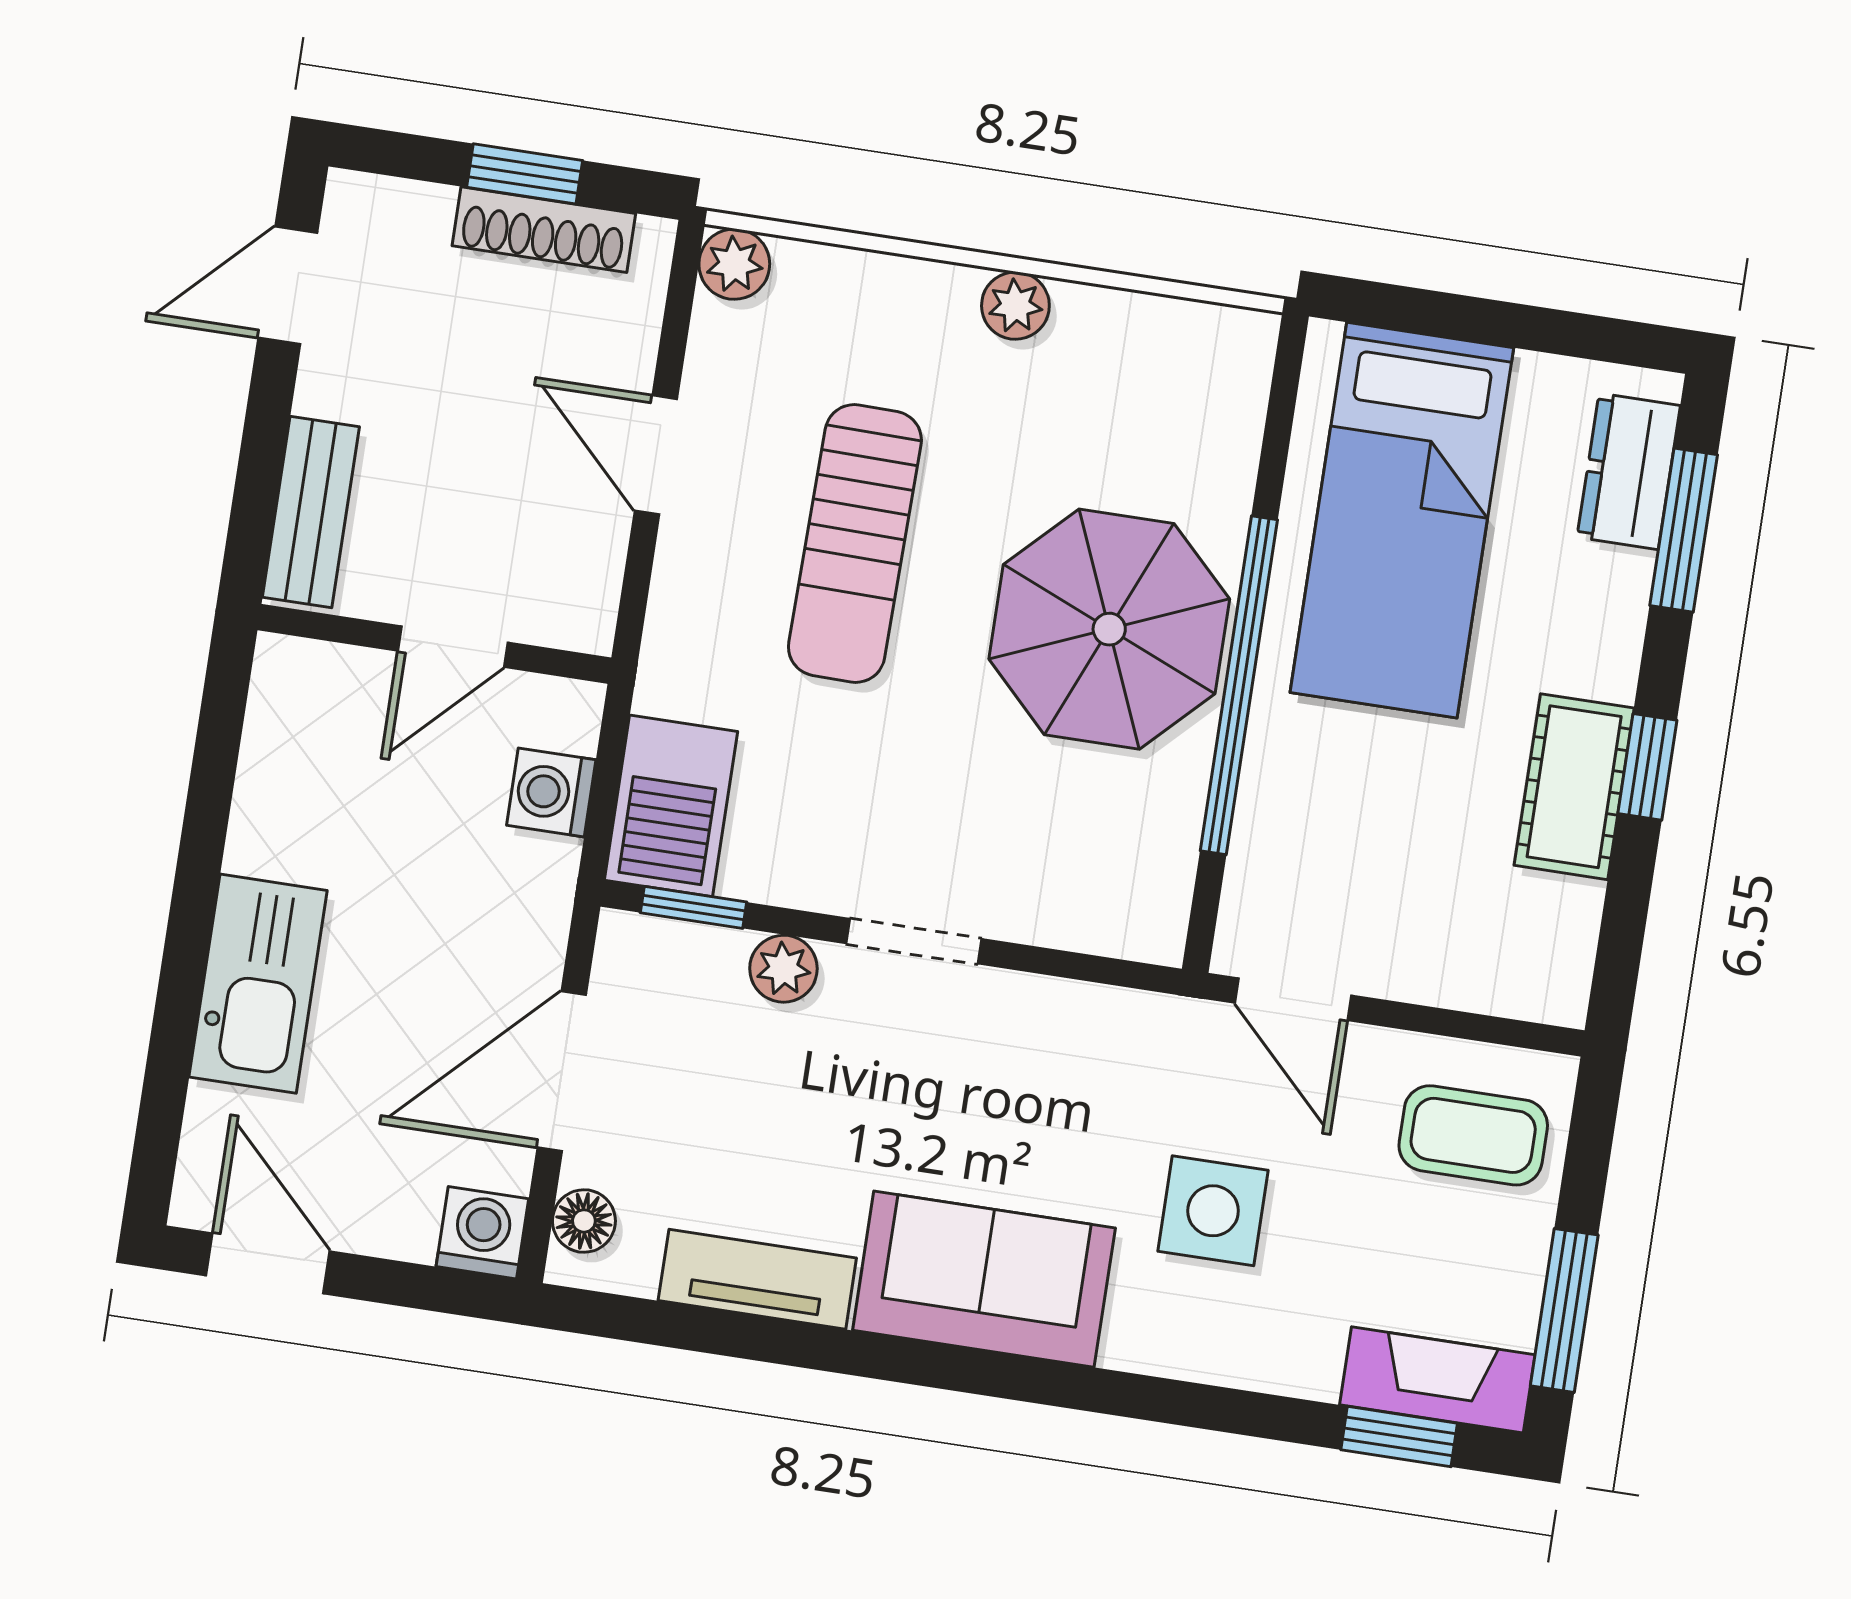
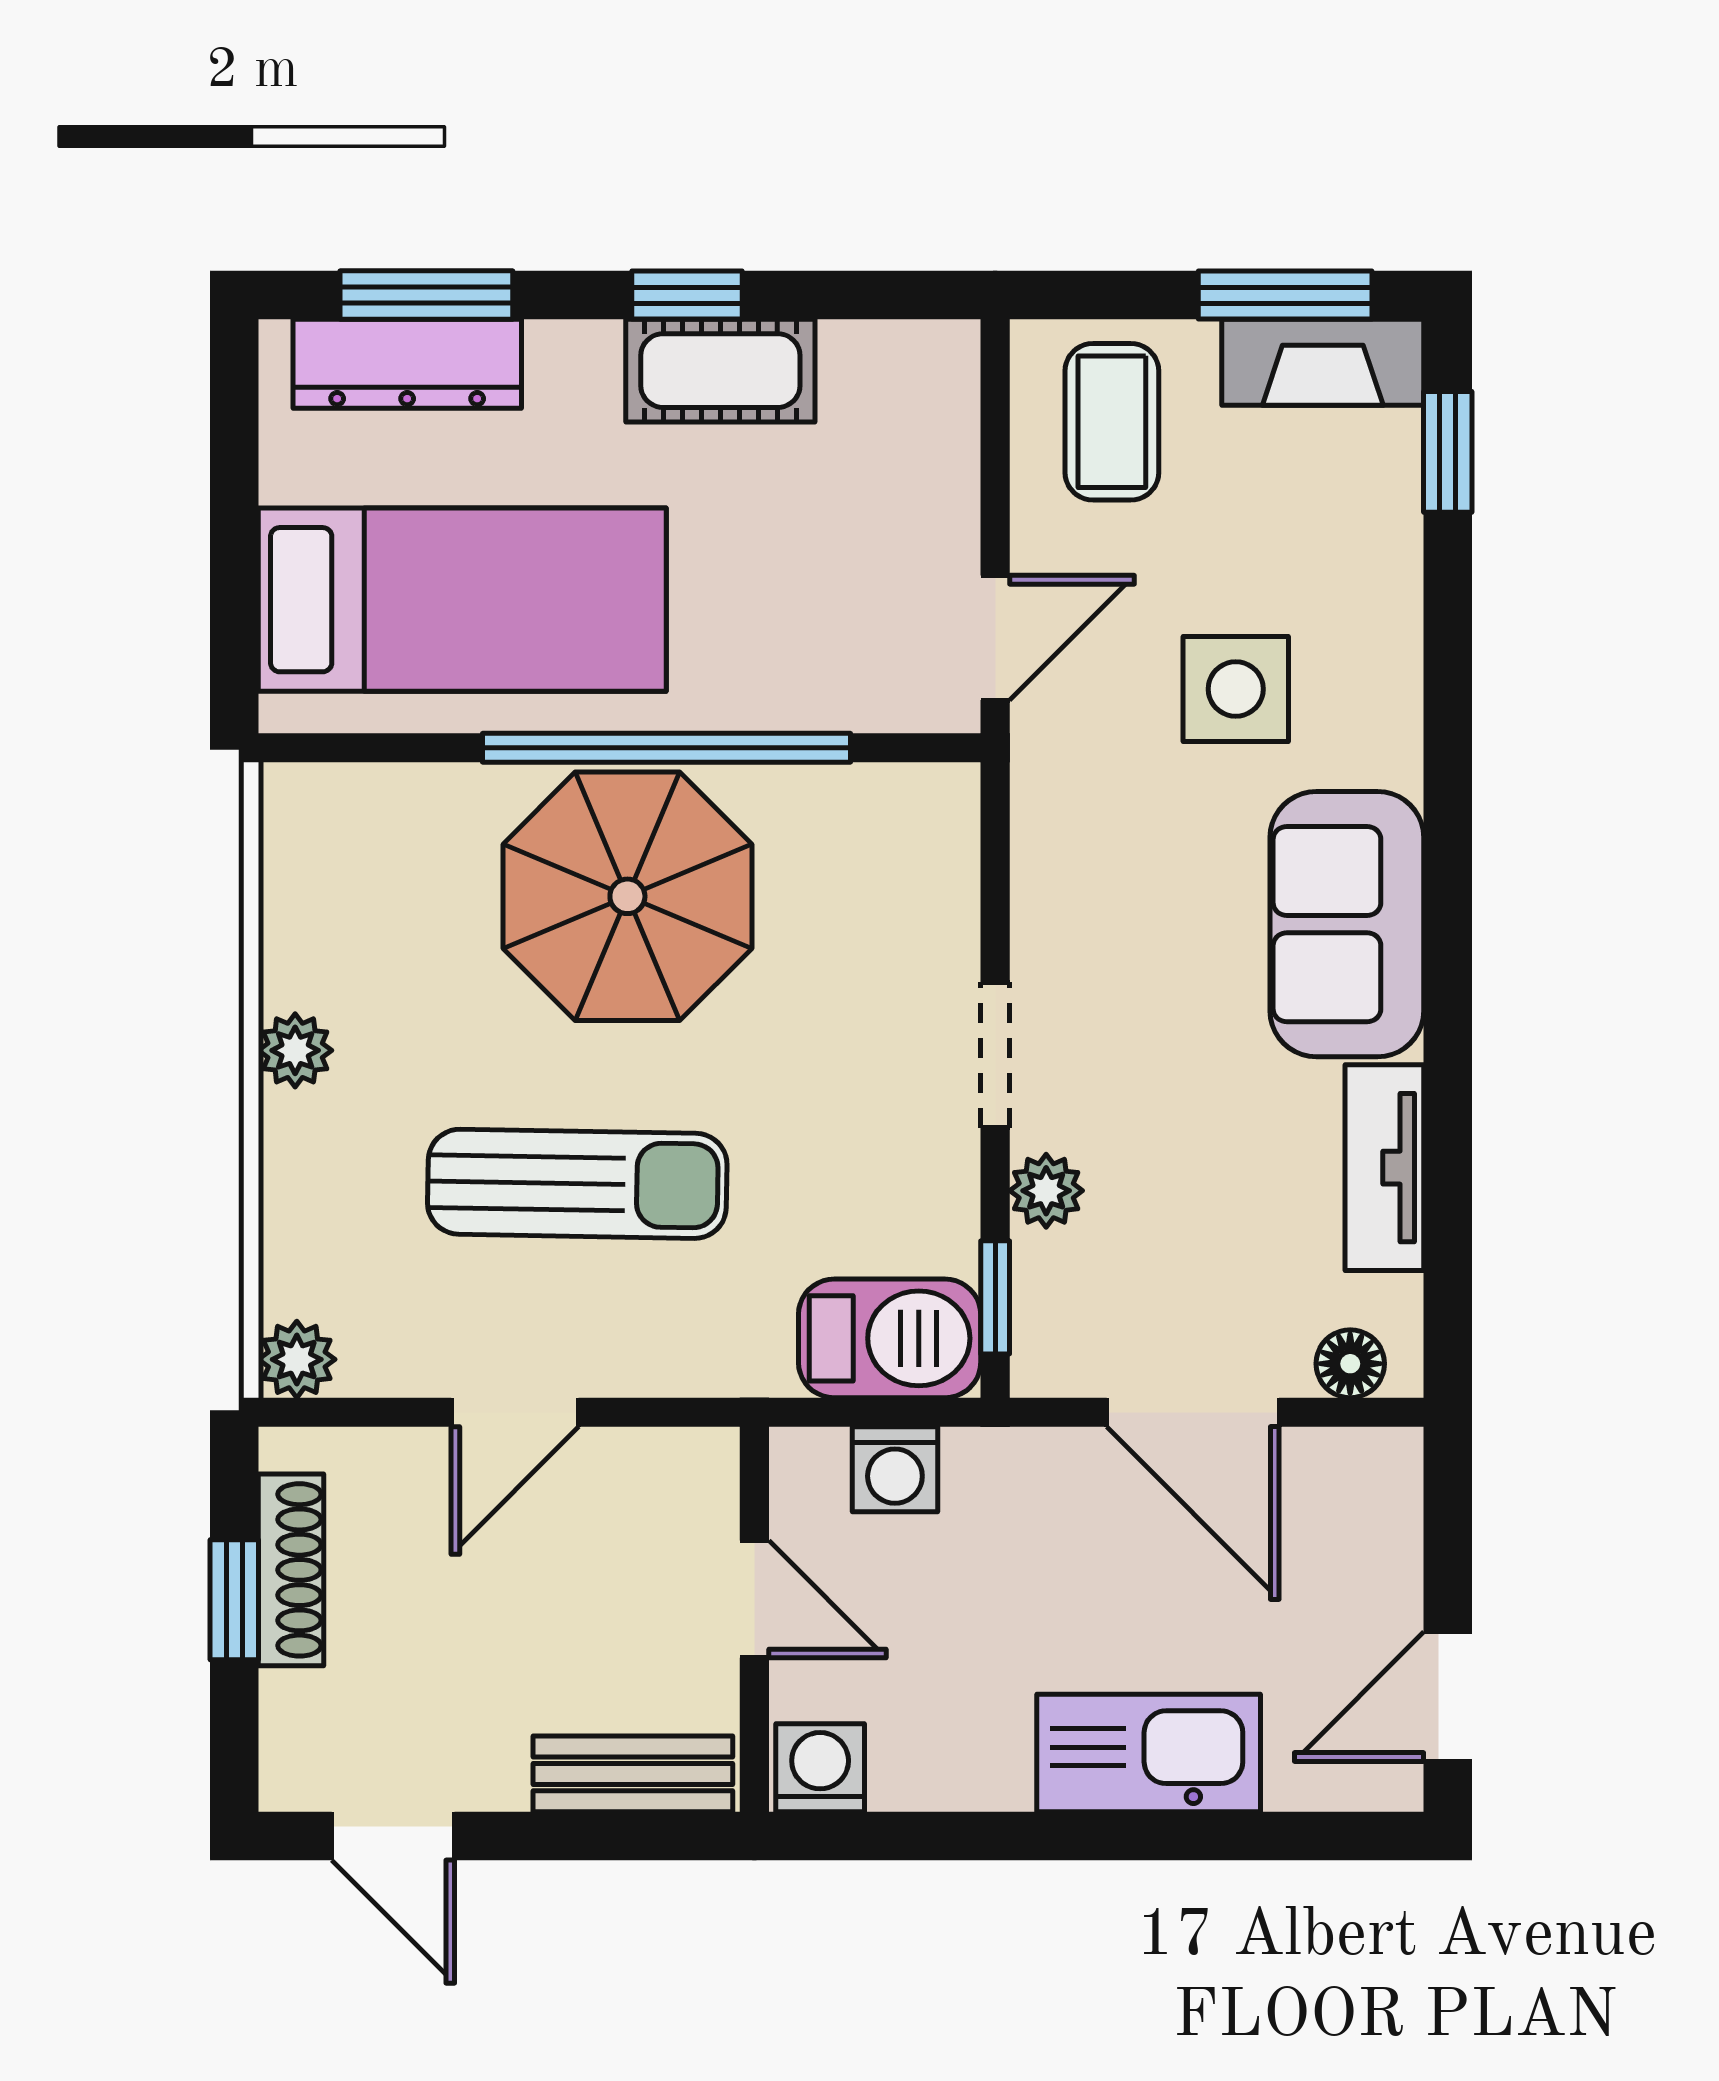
dresser: (1629, 471) -> (407, 364), width x1.44
washing machine: (482, 1233) -> (820, 1768), moved, turned 90
fireplace: (1437, 1380) -> (1323, 362), moved, turned -90

